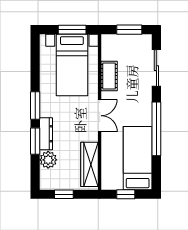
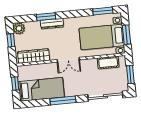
sliding door: (156, 68) -> (105, 96), width x1.37
cot: (109, 76) -> (108, 63), moved
window: (35, 105) -> (103, 11), moved
window: (156, 129) -> (63, 100), width x0.68
plant: (48, 160) -> (19, 28), moved

